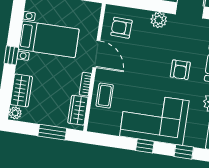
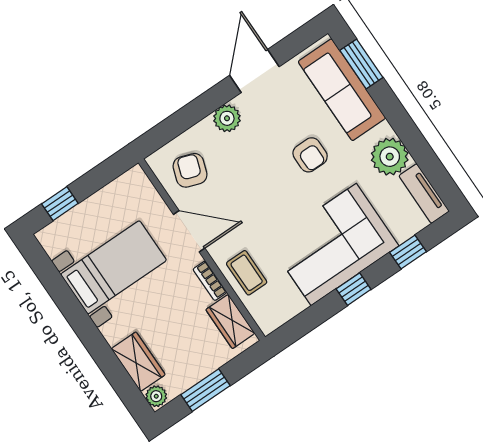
armchair: (121, 28) -> (190, 170), turned 107
window: (11, 55) -> (86, 330), removed
window: (52, 132) -> (206, 390), moved

